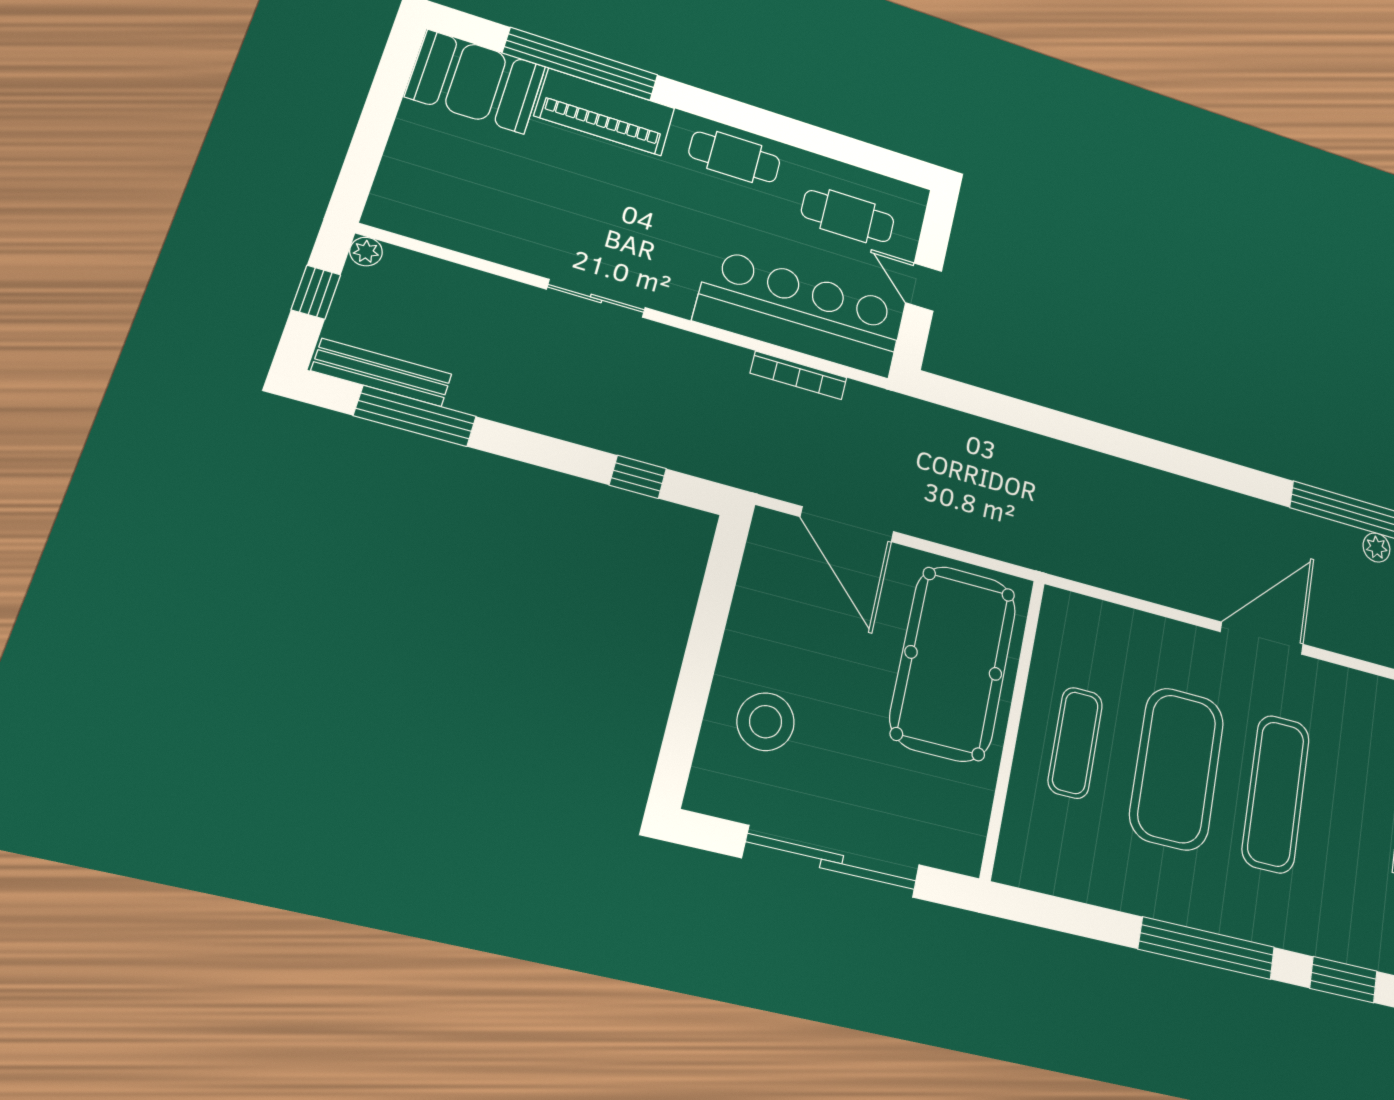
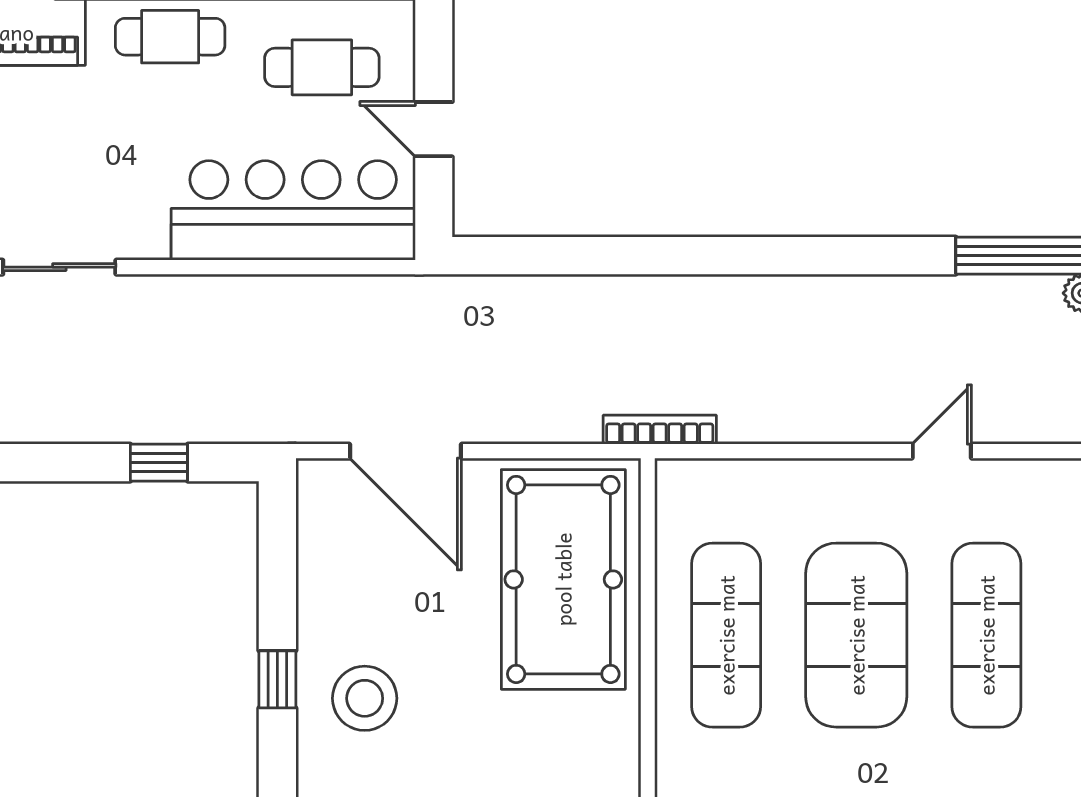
bookcase: (799, 375) -> (660, 430), moved, turned 180
door: (1262, 638) -> (942, 451), width x0.53
window: (693, 686) -> (277, 679), added
exercise mat: (1075, 743) -> (726, 635), width x1.36, depth x1.45

